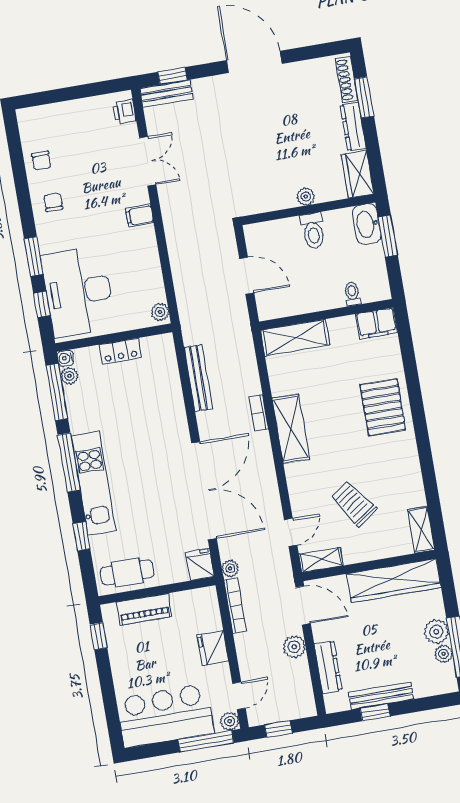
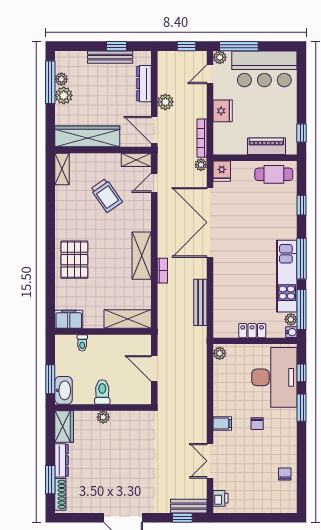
chair: (53, 202) -> (257, 424), moved
kitchen unit: (93, 483) -> (287, 276), moved

